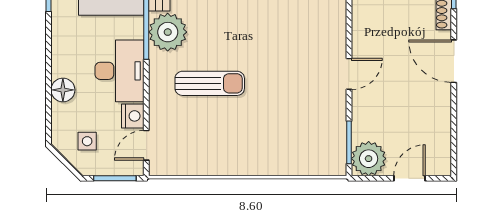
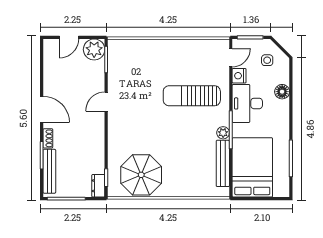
plant: (168, 32) -> (223, 133), width x0.53, depth x0.53
sun lounger: (210, 83) -> (192, 96), width x1.36, depth x1.34

